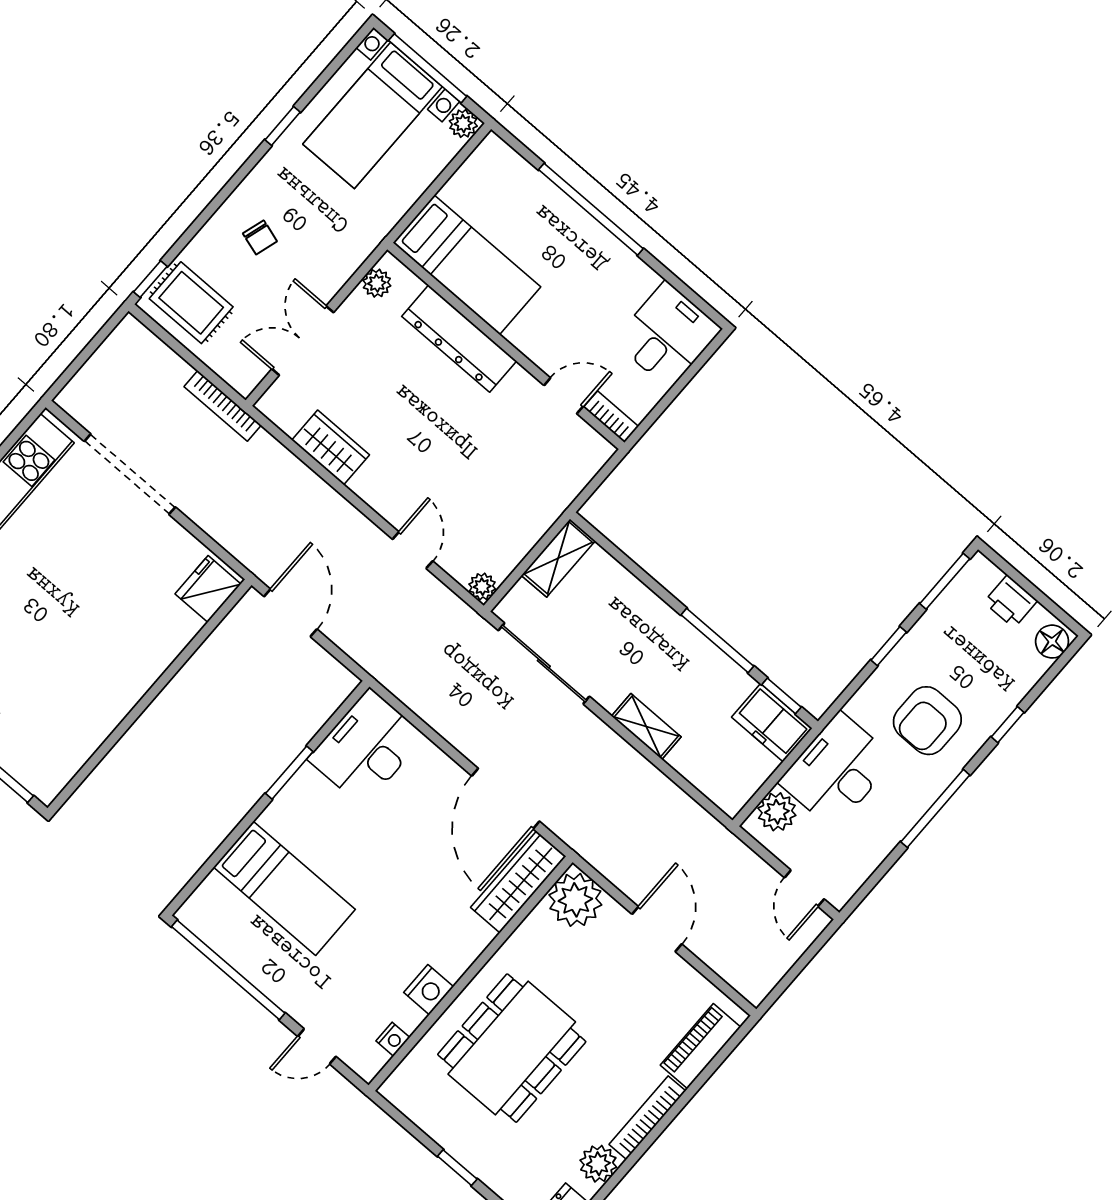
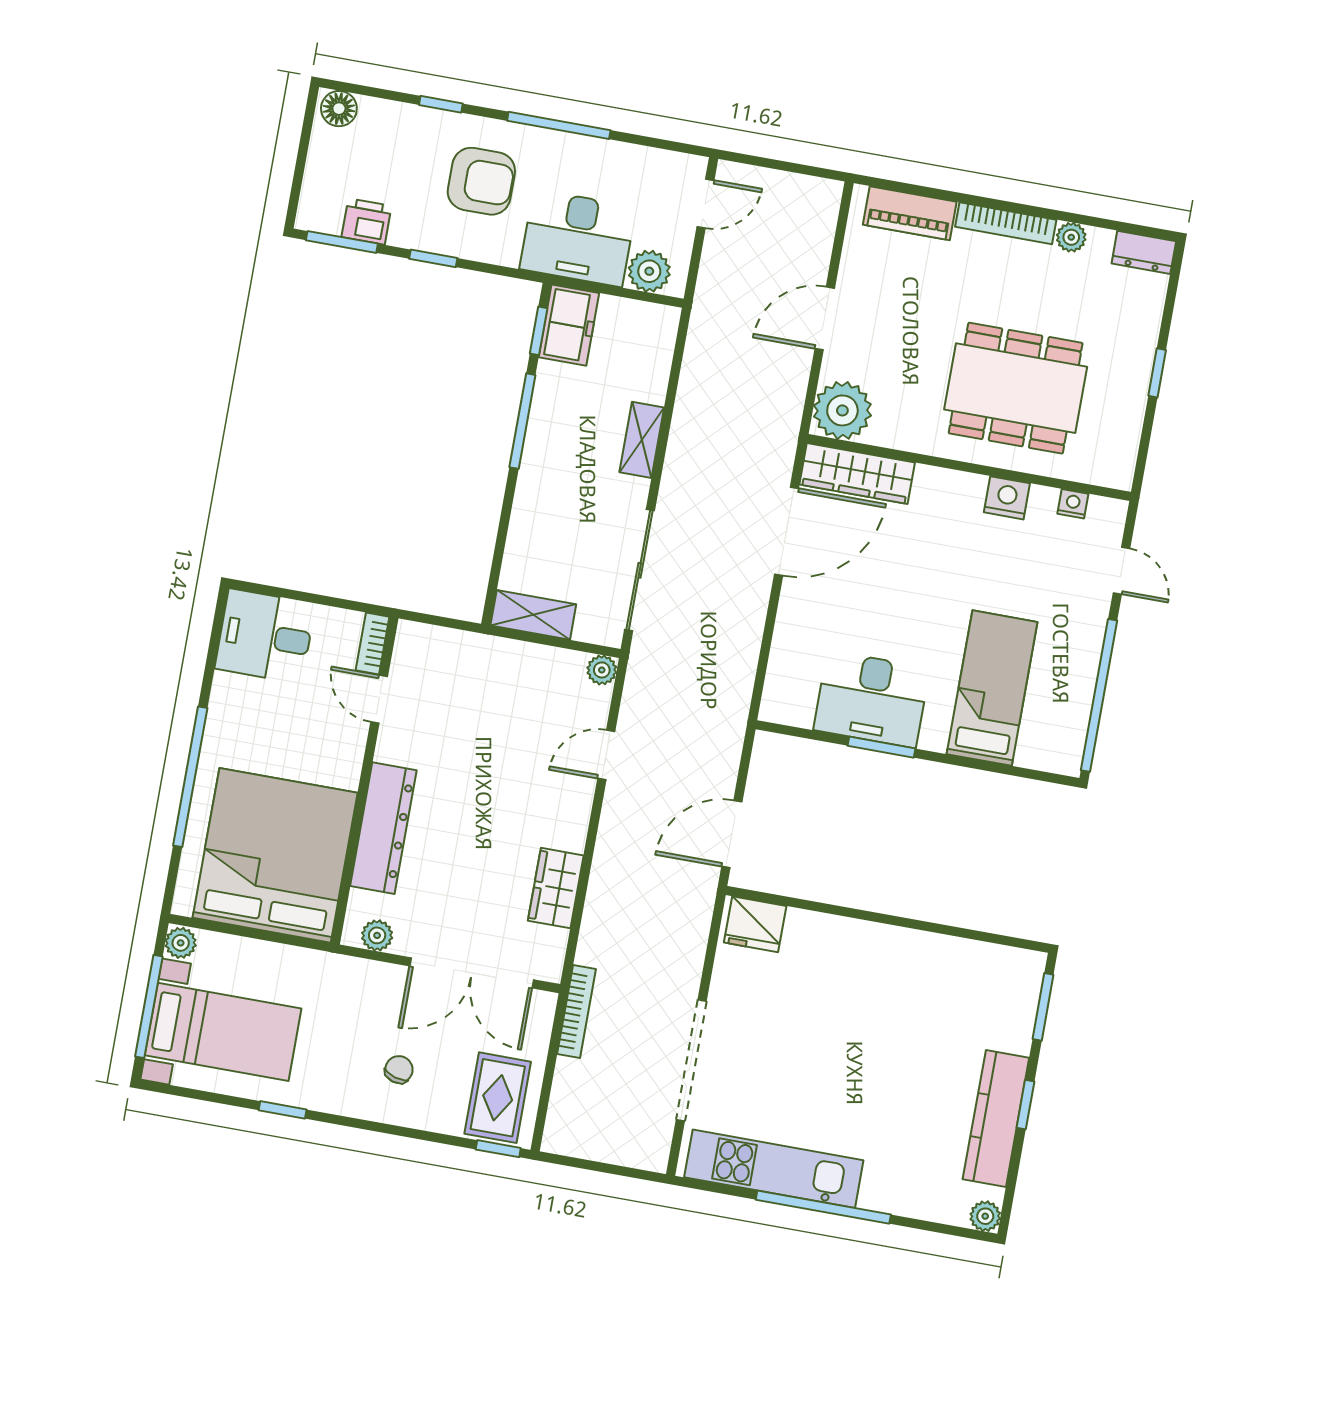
bed: (467, 265) -> (275, 855), width x2.04
double door: (303, 341) -> (472, 973), width x1.37
printer: (1011, 601) -> (367, 221), moved, turned -90
desk: (366, 748) -> (872, 699), moved
plant: (598, 1164) -> (1071, 237), width x0.73, depth x0.73

